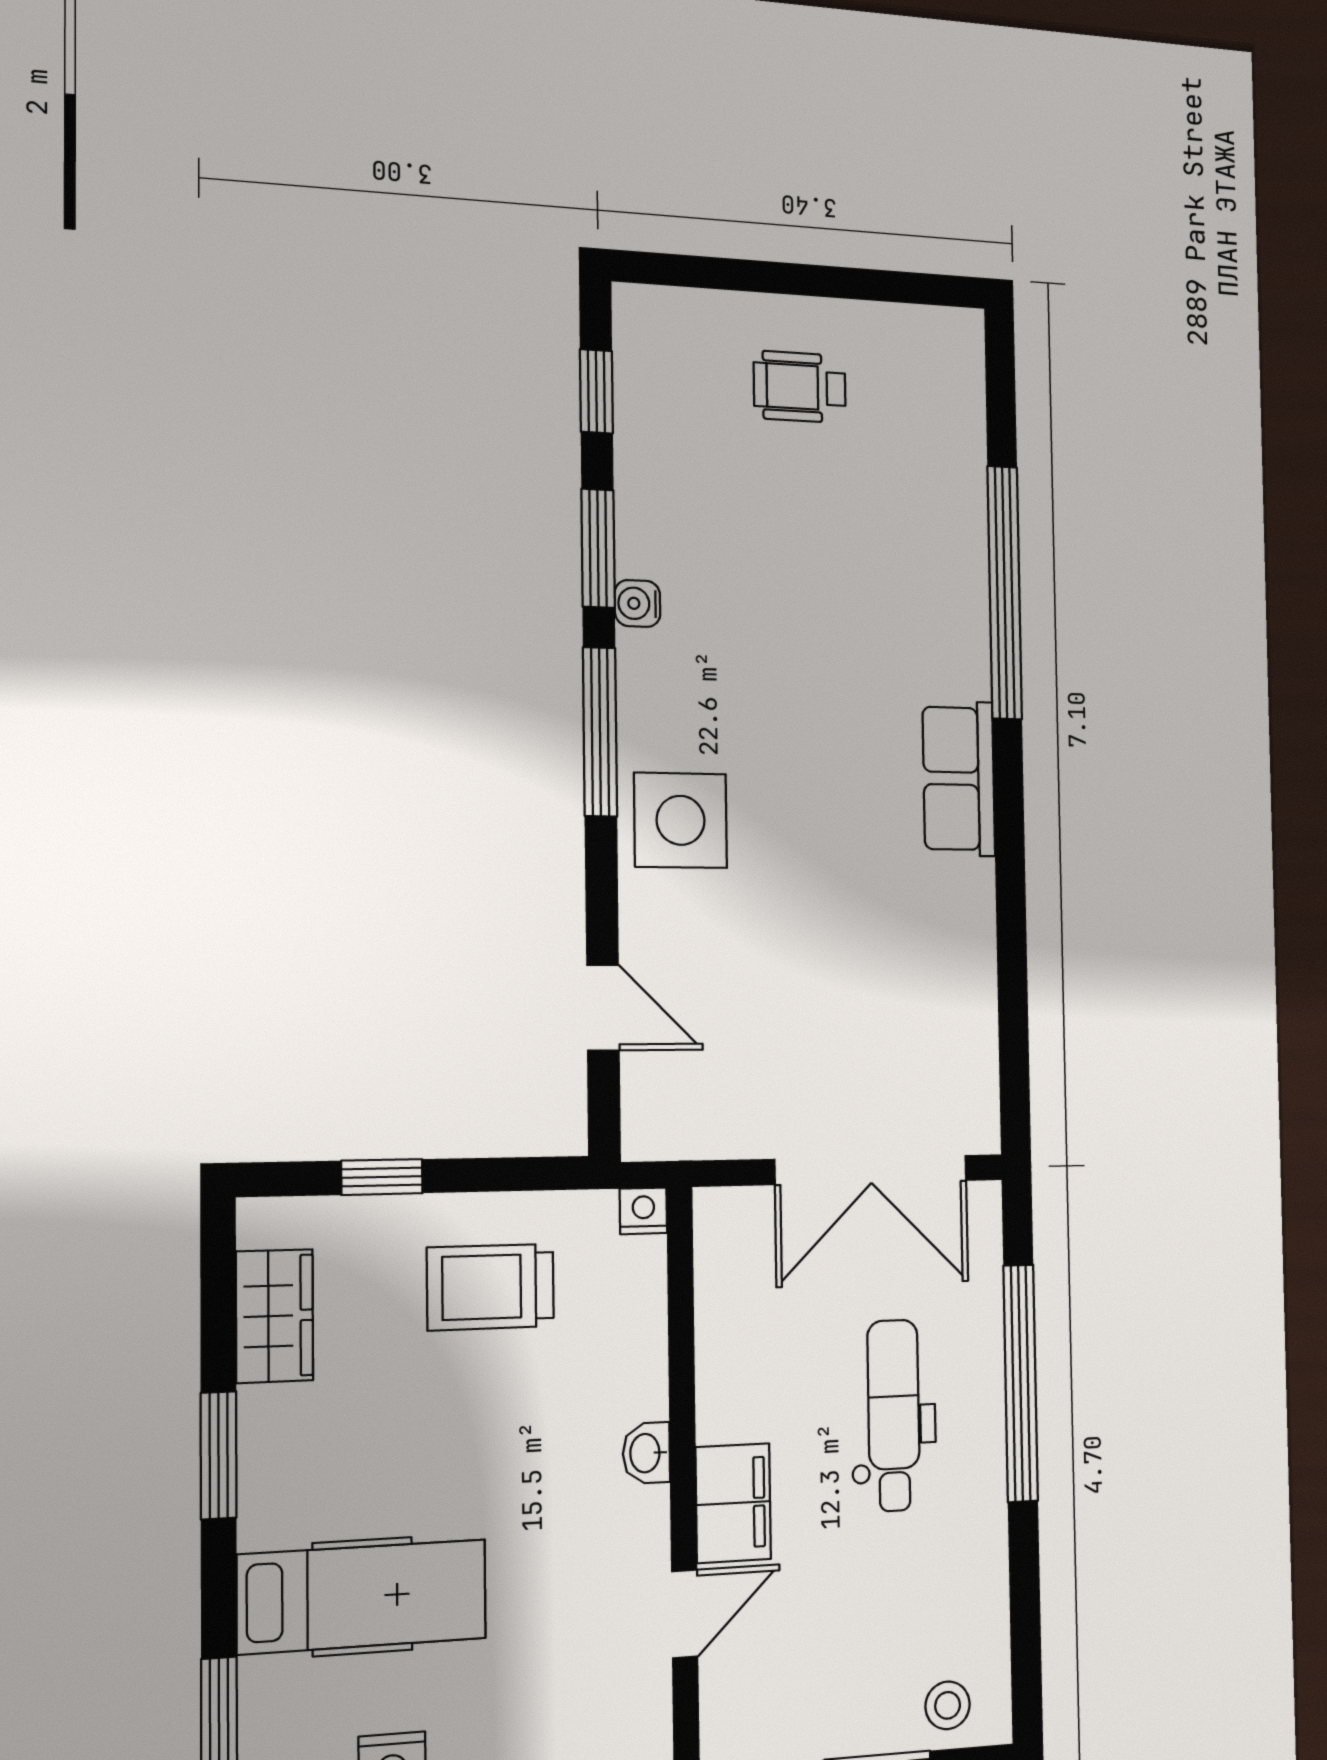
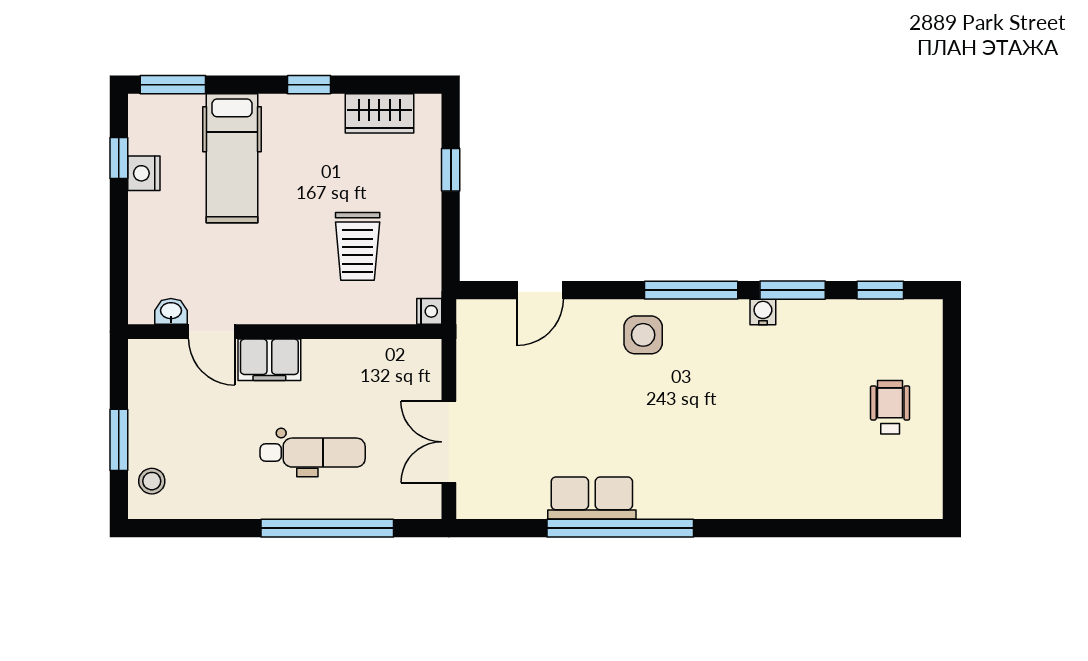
window: (1005, 592) -> (620, 528), moved
row of seats: (959, 779) -> (592, 498), moved
side table: (681, 820) -> (643, 335), width x0.73, depth x0.73
double door: (871, 1170) -> (449, 442), width x0.73
trolley: (491, 1287) -> (358, 246), moved, turned 180
washbasin: (646, 1453) -> (171, 311), moved
window: (219, 1455) -> (309, 85), width x0.67

